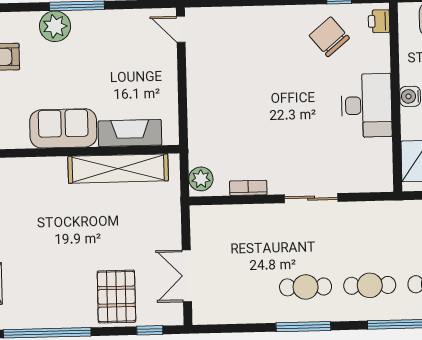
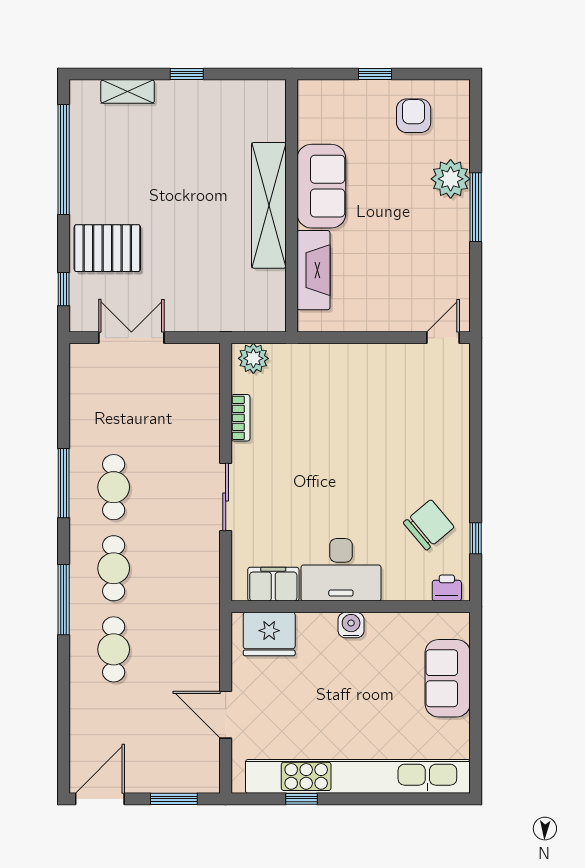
filing cabinet: (379, 159) -> (273, 584), added
shelving: (118, 169) -> (269, 205), moved

